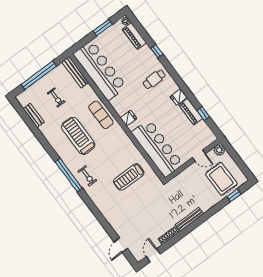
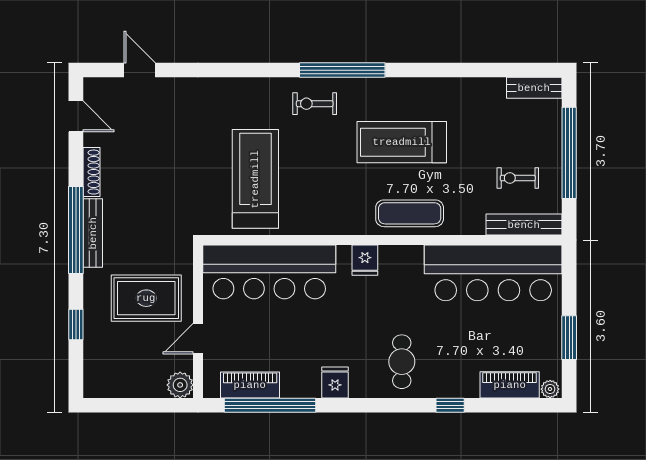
exercise bike: (56, 97) -> (518, 178), moved
piano: (191, 112) -> (250, 385), moved
window: (203, 114) -> (270, 405), width x3.17
bench: (34, 115) -> (534, 88), moved
treadmill: (78, 136) -> (402, 142), turned 180
treadmill: (129, 177) -> (255, 179), width x1.37, depth x1.38
rug: (221, 179) -> (146, 298), moved
window: (234, 195) -> (76, 325), moved
window: (193, 226) -> (76, 230), added

